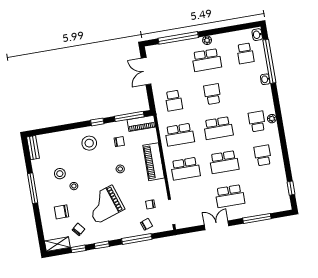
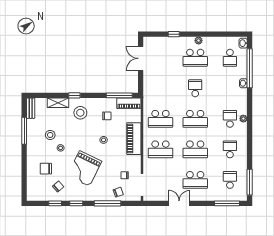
window: (178, 38) -> (174, 34), width x0.32
school desk: (174, 101) -> (230, 180), moved, turned 180
window: (97, 122) -> (74, 95), moved
window: (33, 188) -> (24, 131), moved
window: (291, 188) -> (250, 182), width x2.17
grand piano: (104, 204) -> (84, 168), turned -46
window: (257, 218) -> (227, 203), moved
shelving: (57, 244) -> (58, 103), moved

